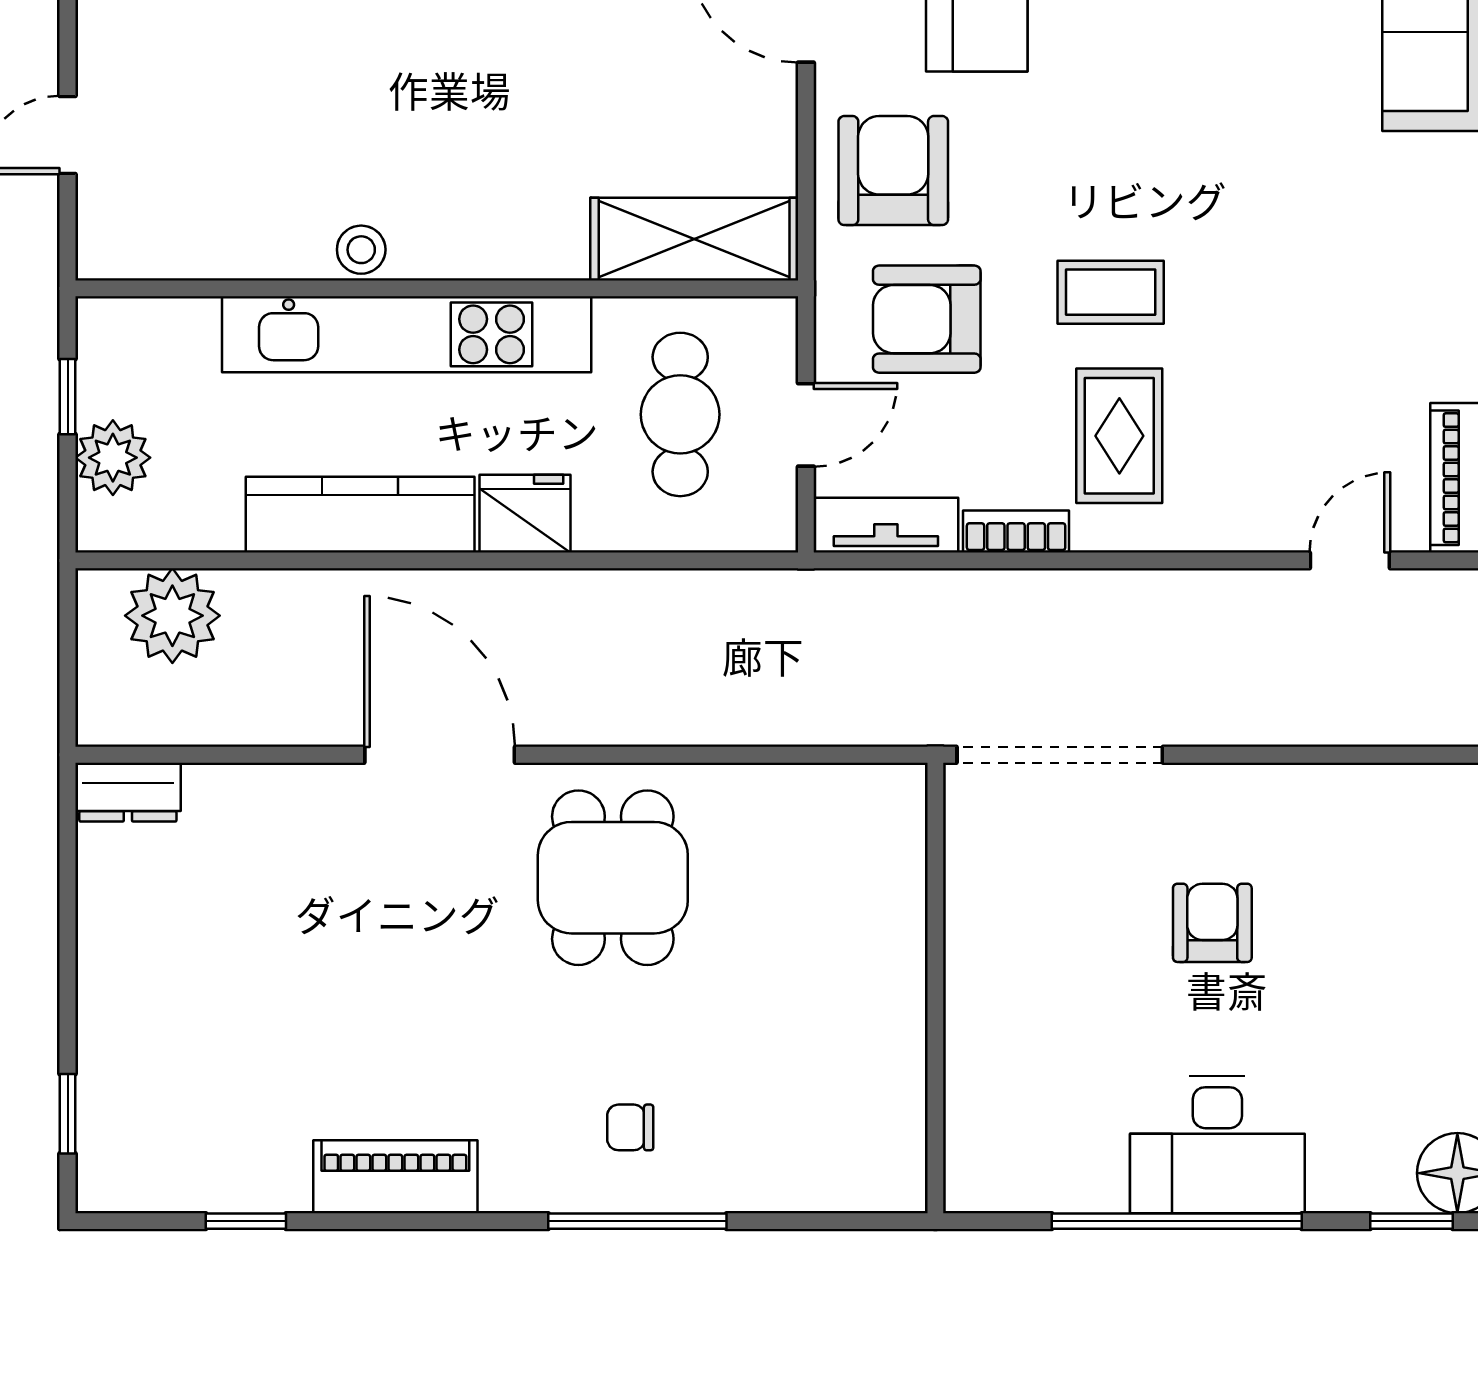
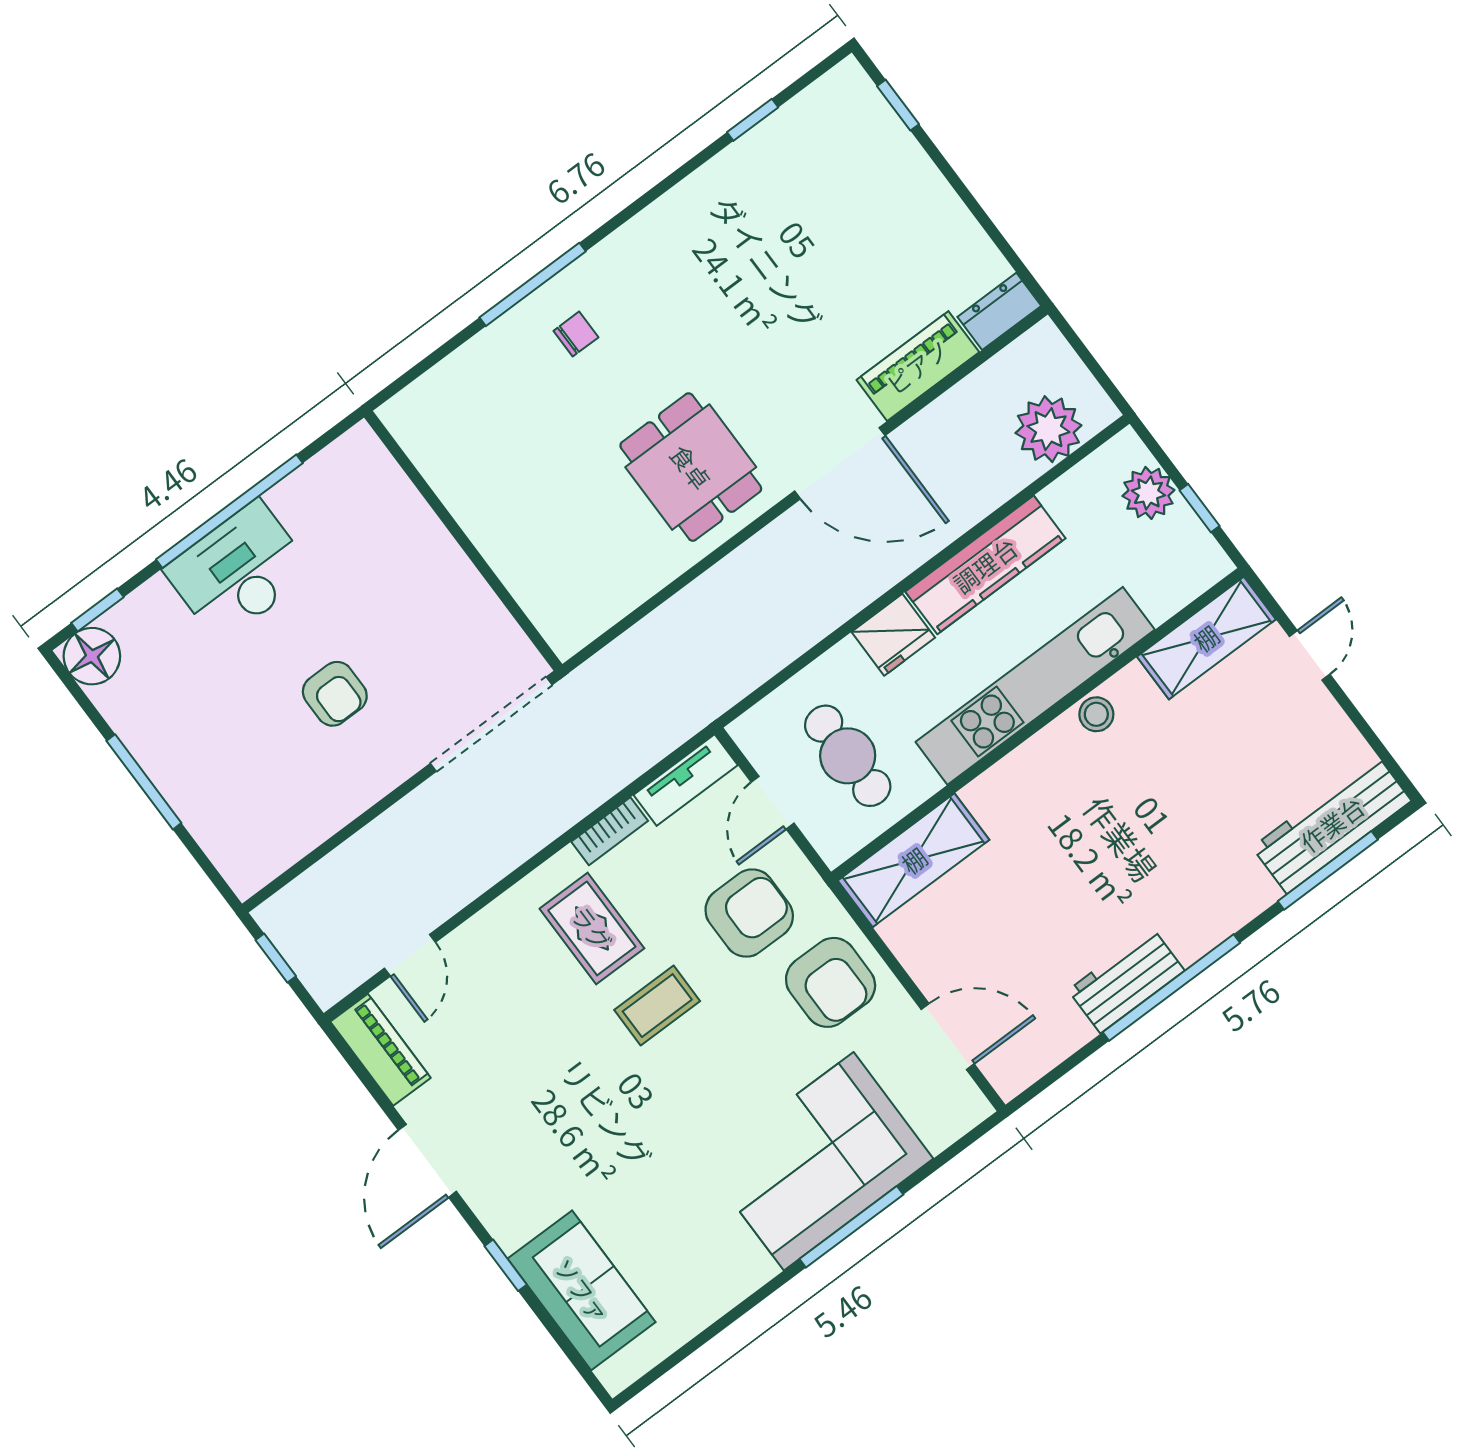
shelving: (170, 243) -> (1206, 638), added
piano: (395, 1177) -> (918, 366), moved, turned 180

